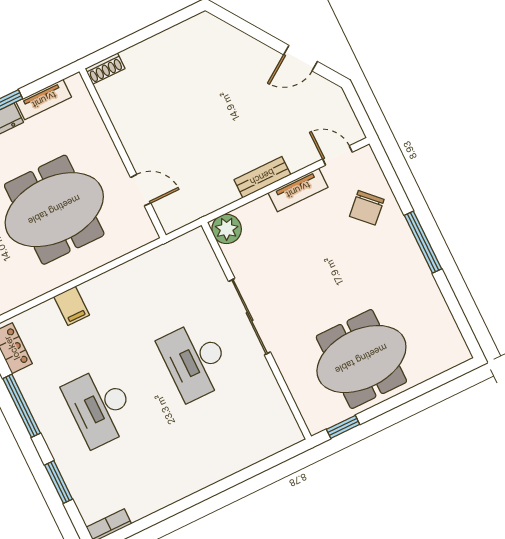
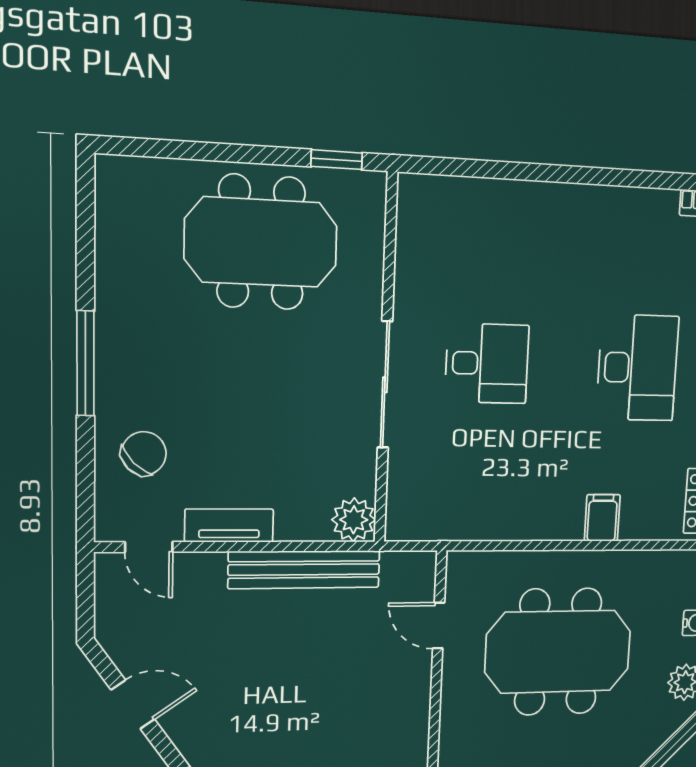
bench: (262, 177) -> (304, 569), width x1.86, depth x1.21
desk: (195, 360) -> (487, 363), width x0.73

